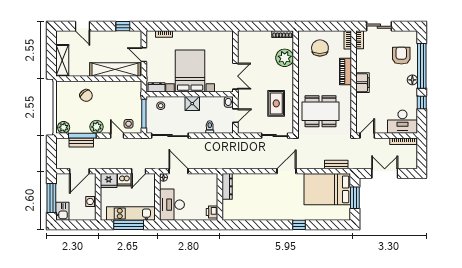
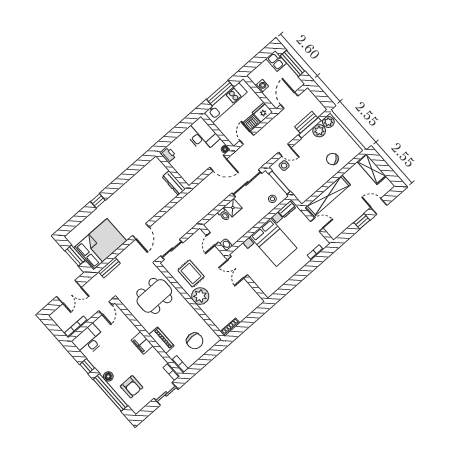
window: (123, 26) -> (362, 221), moved
plant: (285, 58) -> (200, 296), moved
shower: (192, 104) -> (233, 208), moved
plant: (97, 127) -> (319, 131), moved

